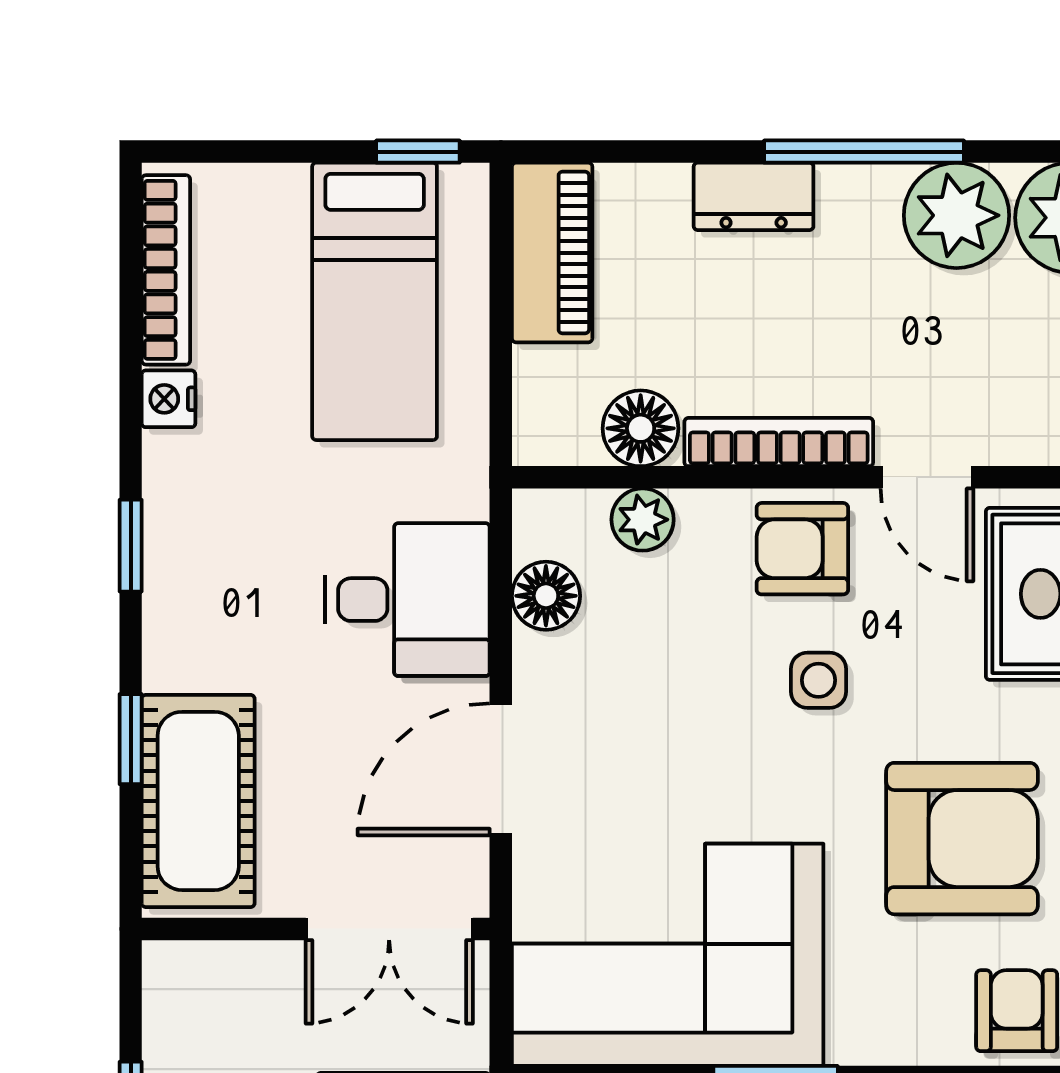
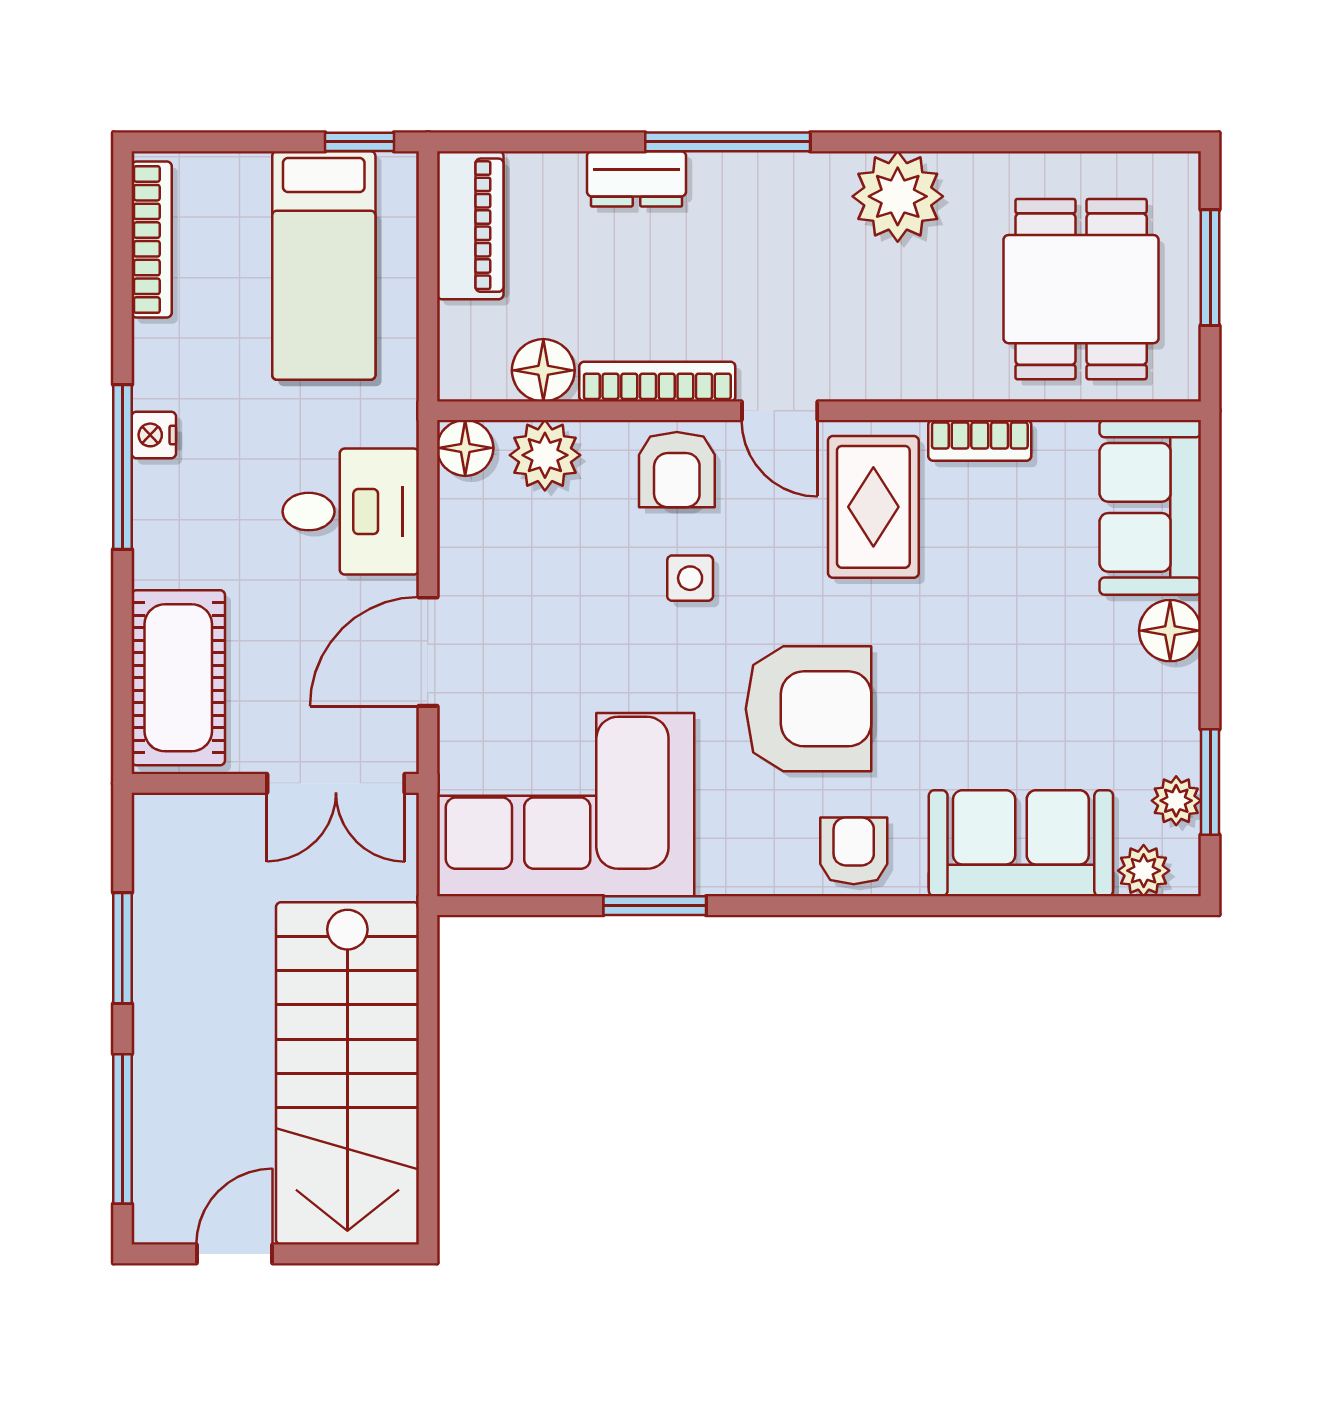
plant: (956, 215) -> (804, 194), removed
nightstand: (169, 399) -> (154, 435), moved
plant: (643, 520) -> (545, 455), width x1.38, depth x1.38
window: (131, 546) -> (122, 467), width x2.17
armchair: (802, 549) -> (677, 470), turned -90
floor lamp: (546, 596) -> (465, 448), moved
window: (131, 739) -> (122, 627), removed

